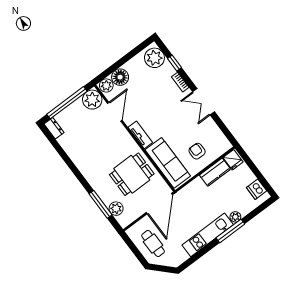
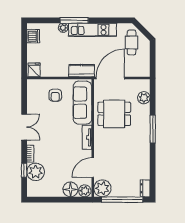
plant: (154, 58) -> (36, 172), moved
kitchen counter: (215, 172) -> (82, 71), moved
window: (100, 204) -> (153, 129), moved
cafe table: (153, 243) -> (132, 42), moved

